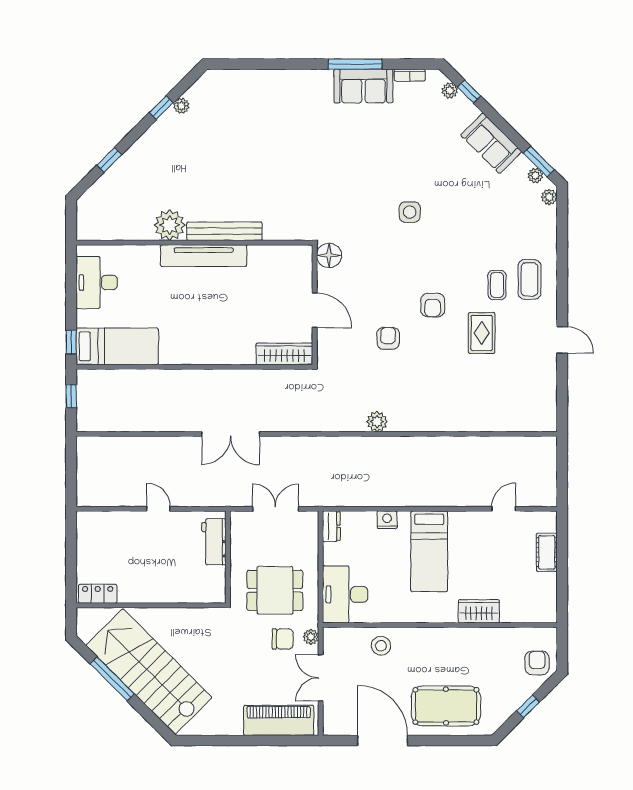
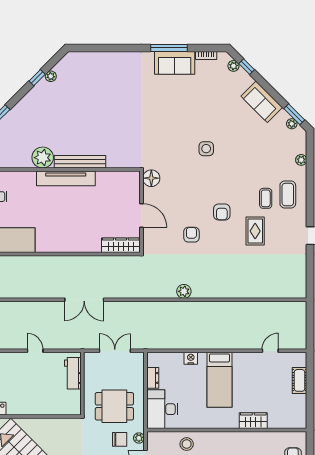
plant: (549, 197) -> (301, 160), moved
dresser: (331, 526) -> (153, 378), moved

